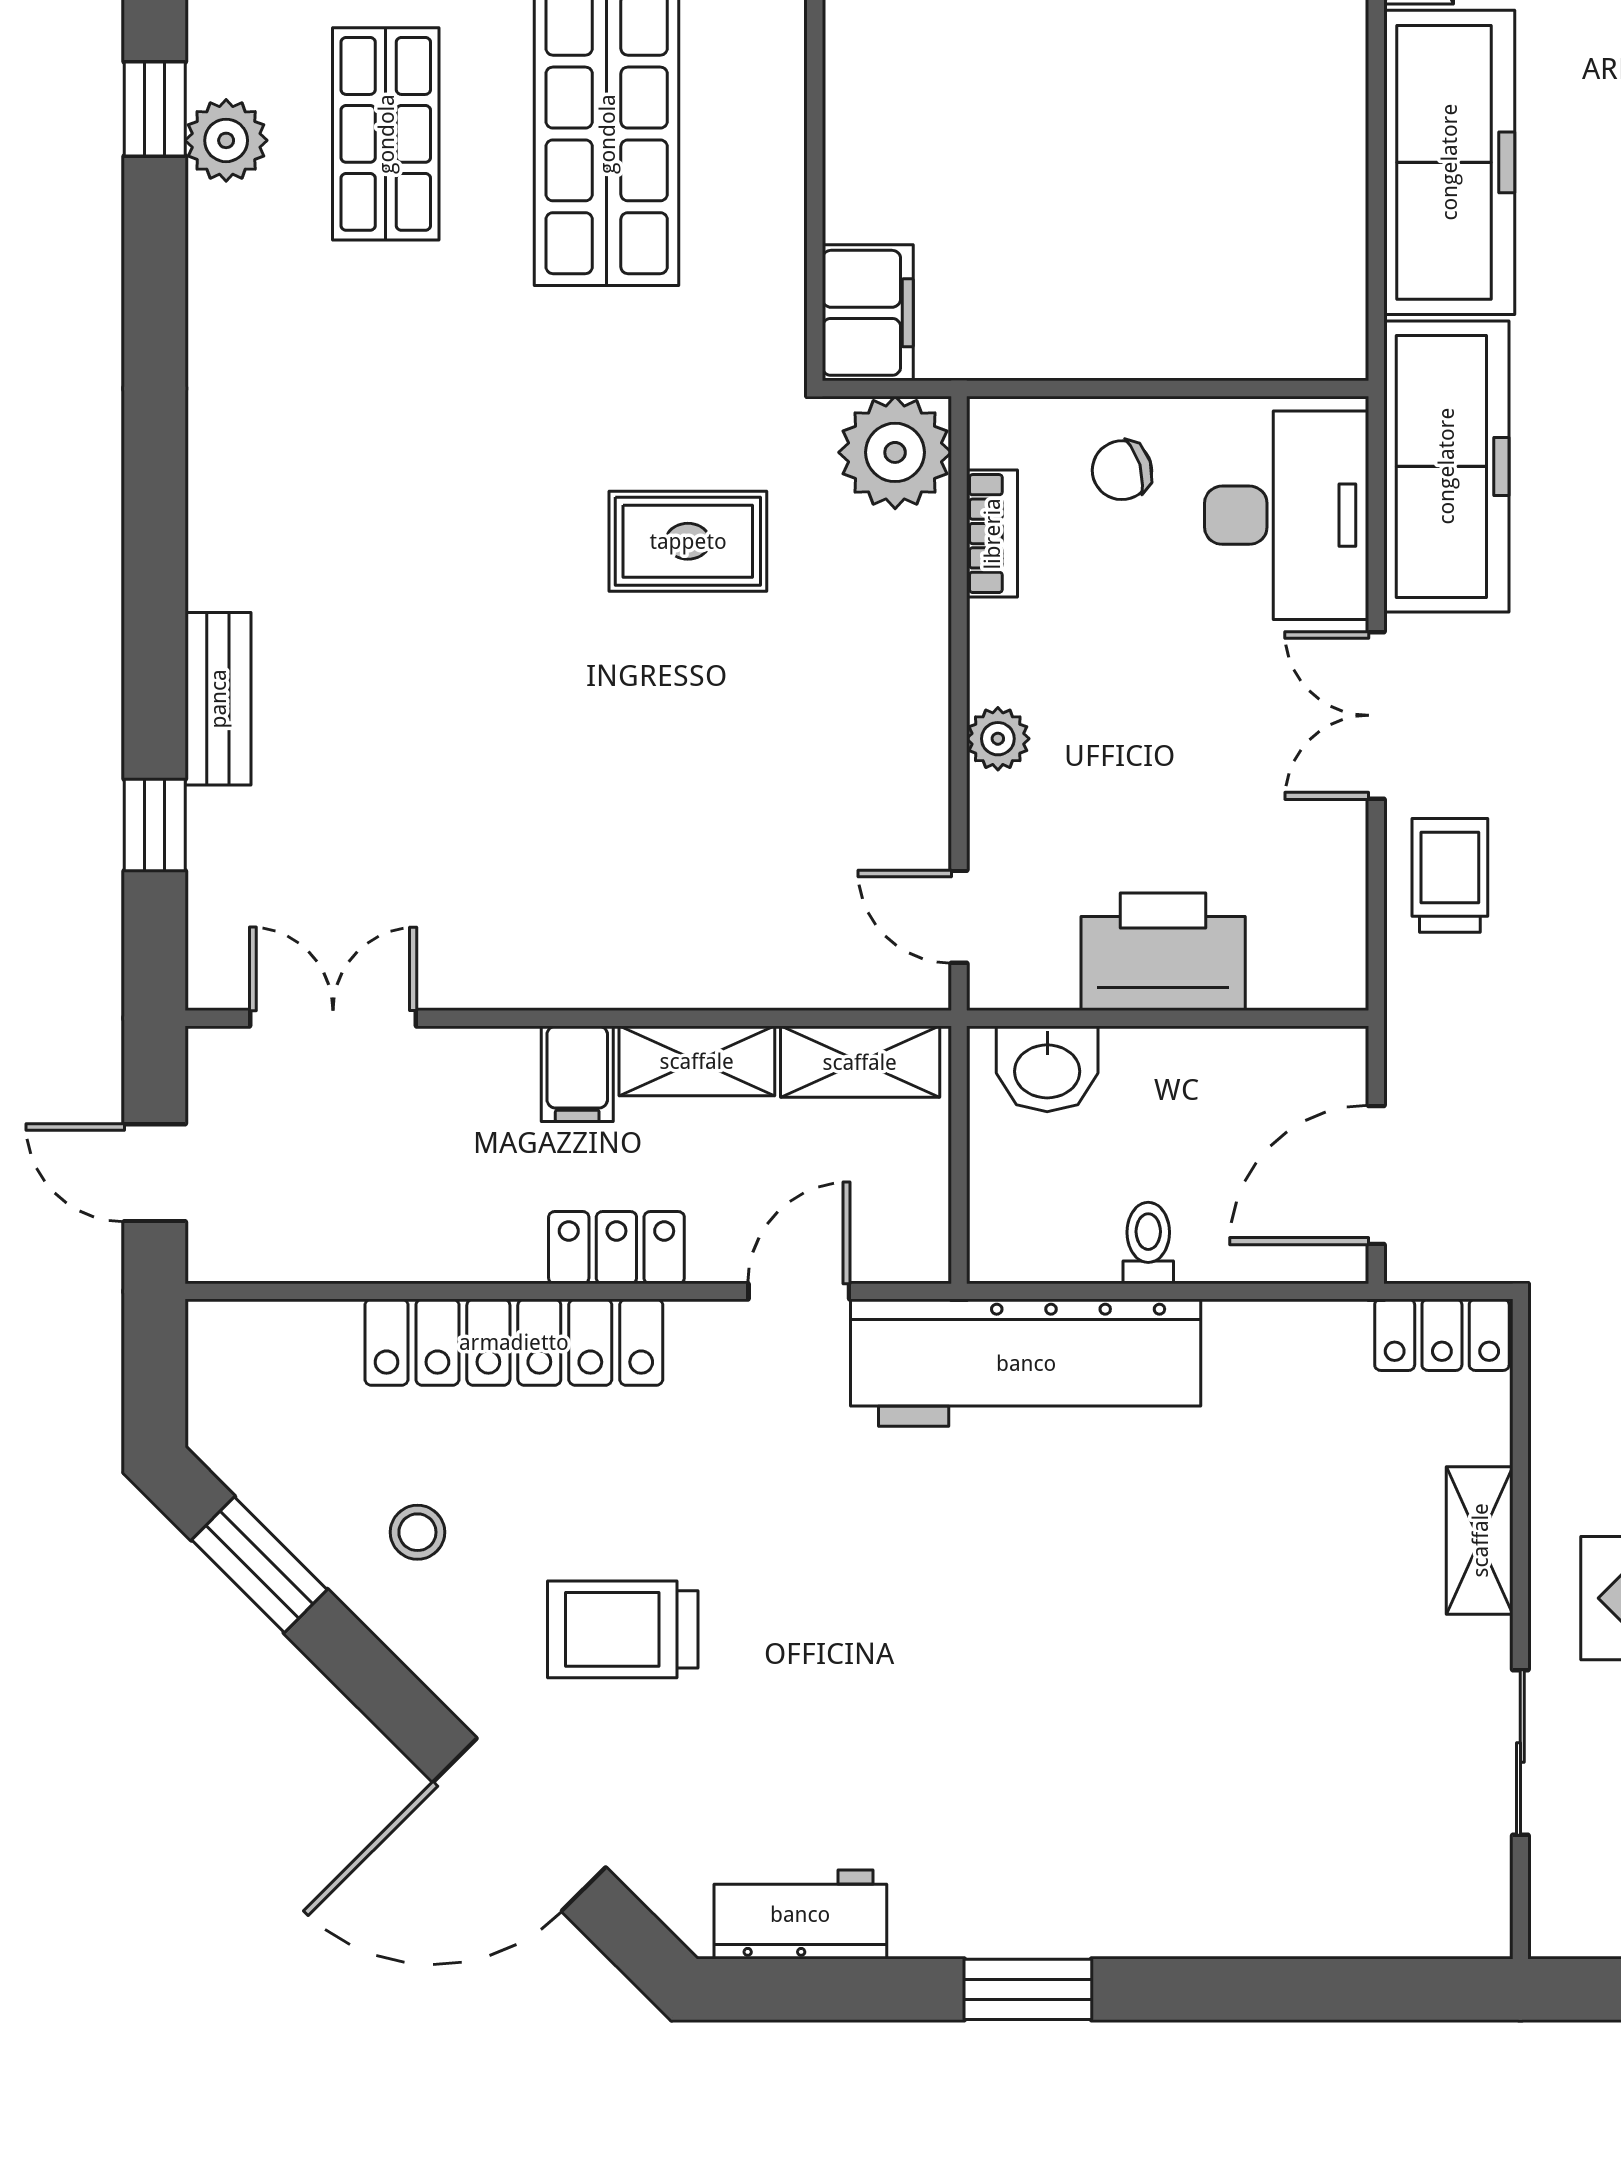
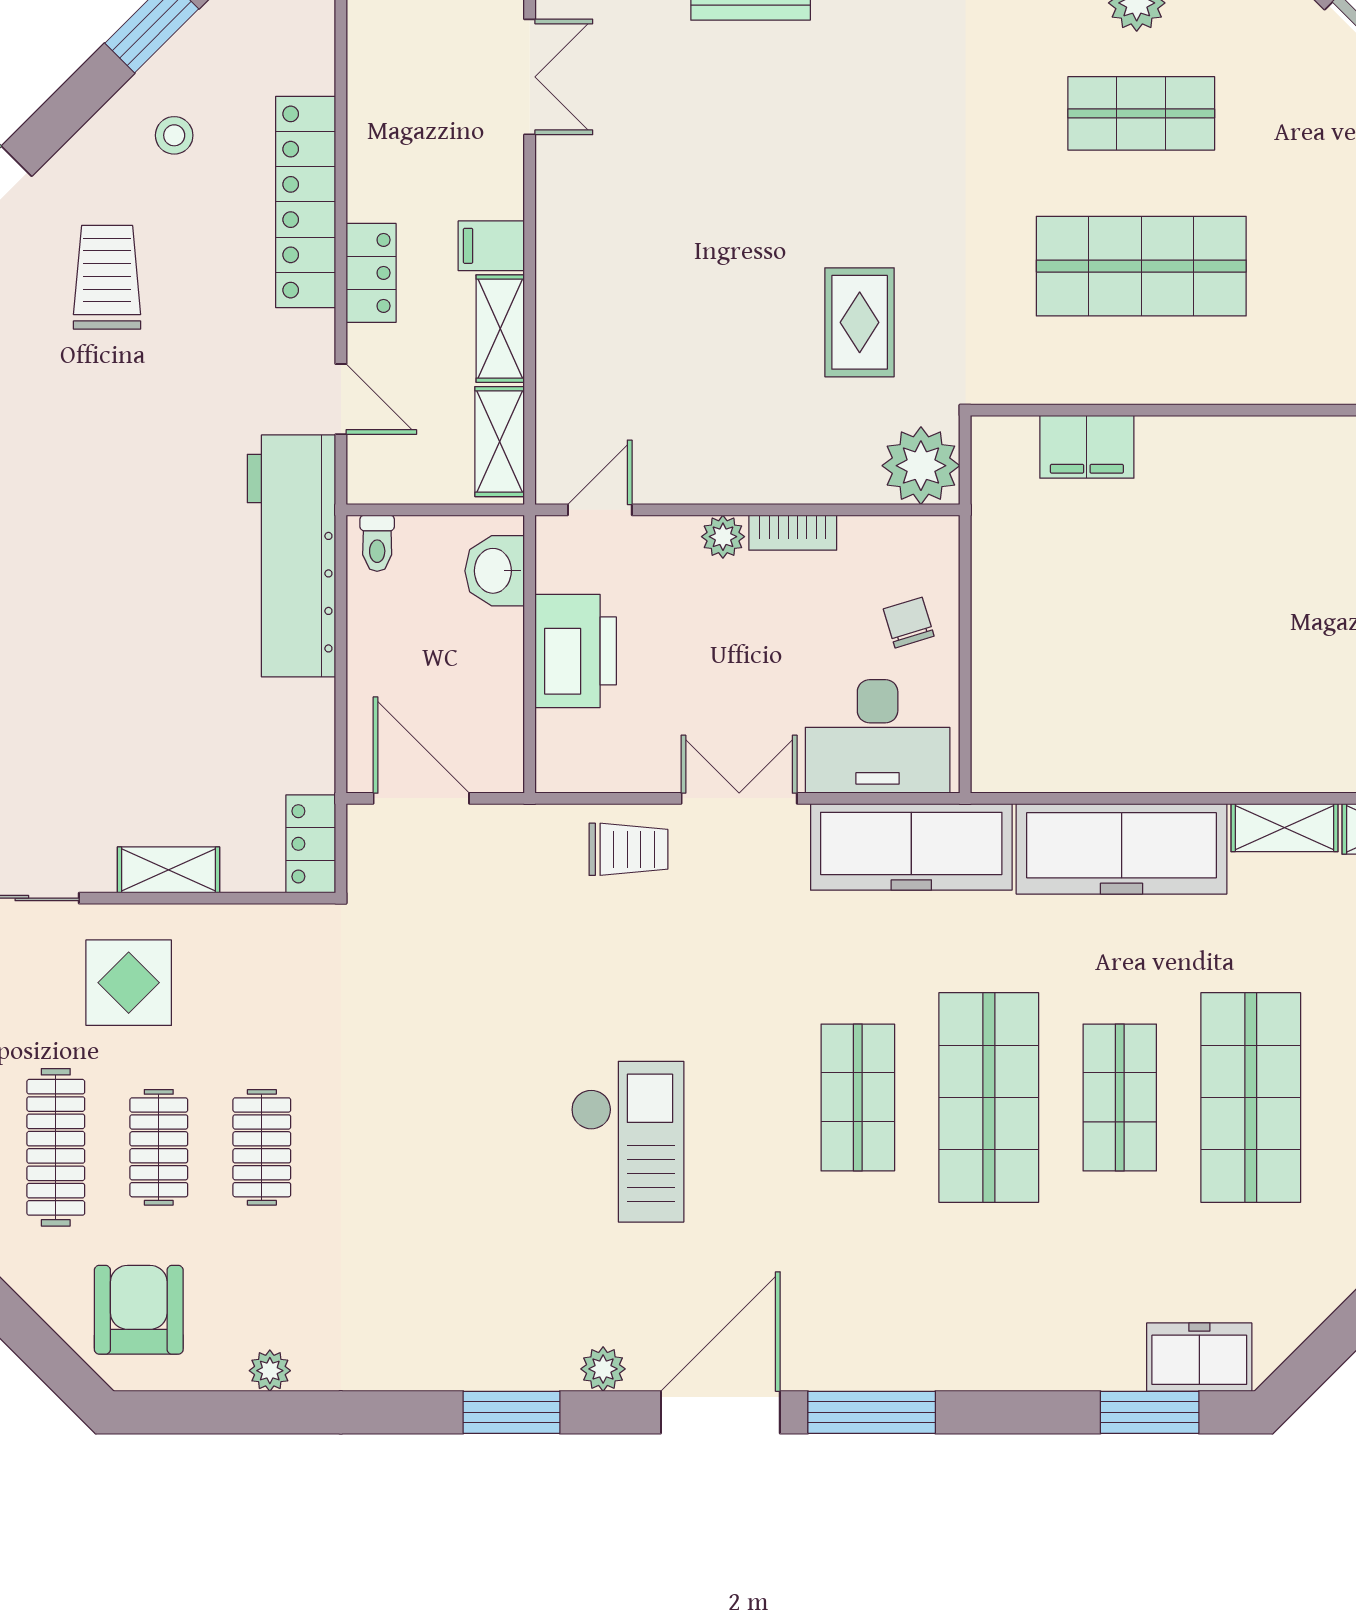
filing cabinet: (868, 313) -> (1087, 447), moved
bookcase: (992, 534) -> (793, 533), moved
toilet: (1148, 1243) -> (377, 543), moved, turned 90

